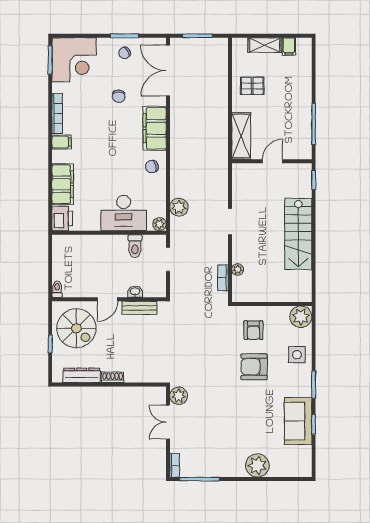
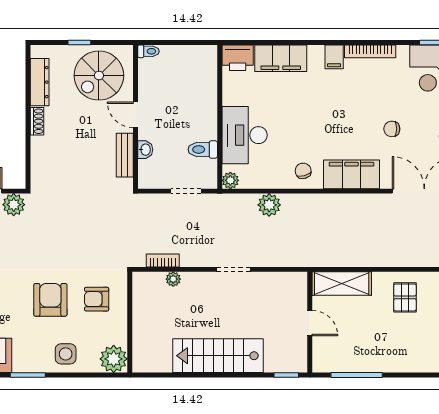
plant: (179, 207) -> (269, 205), moved

